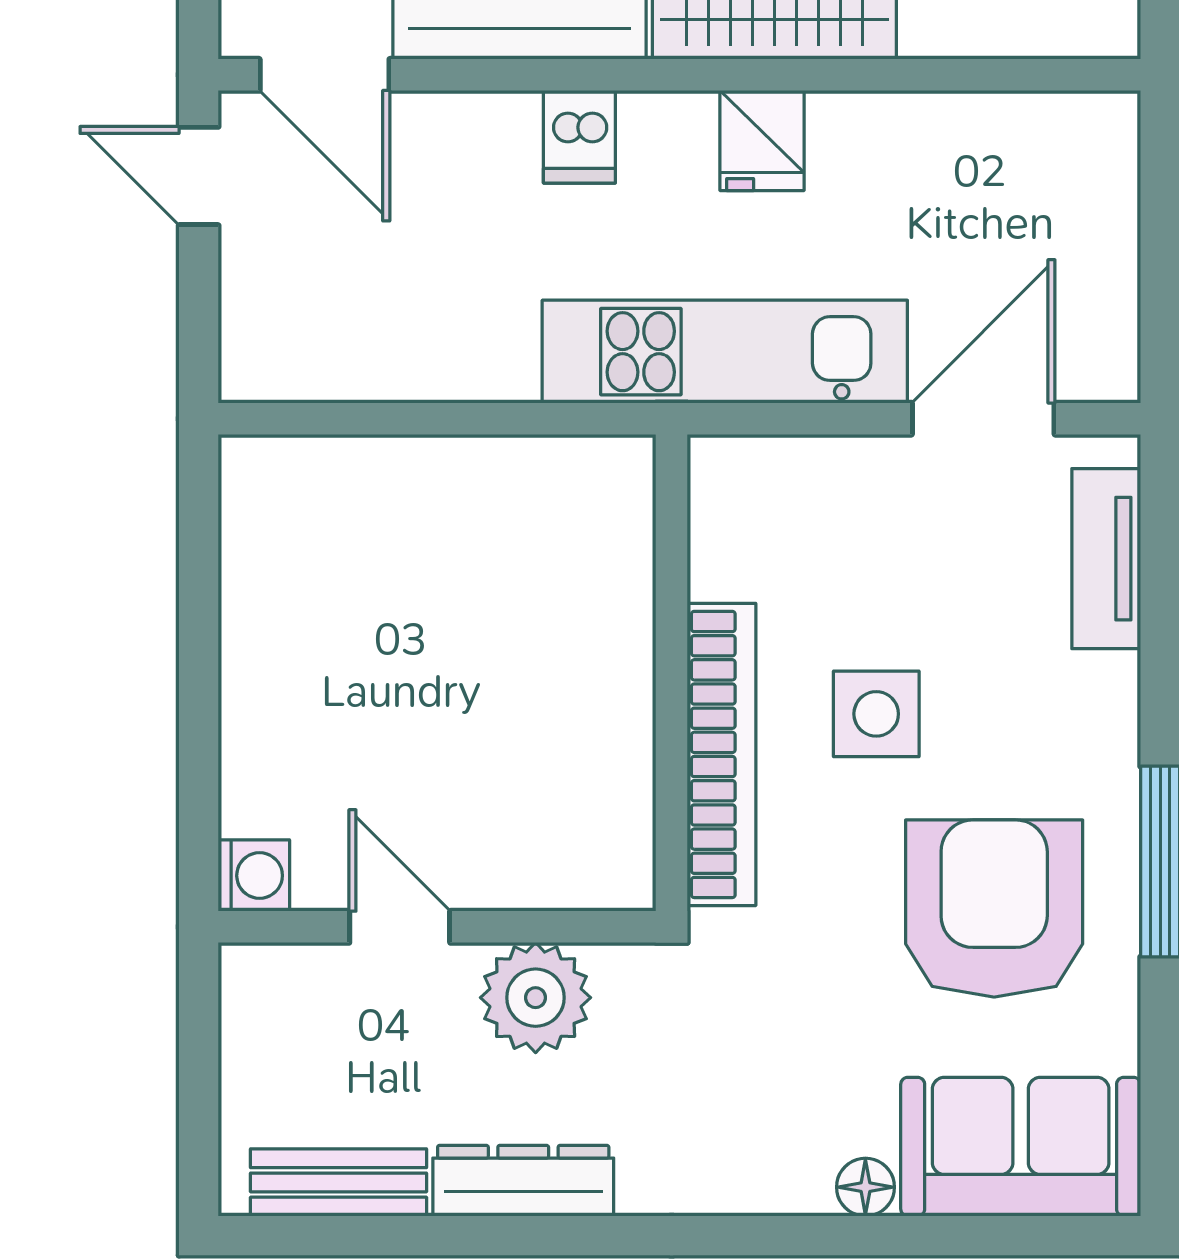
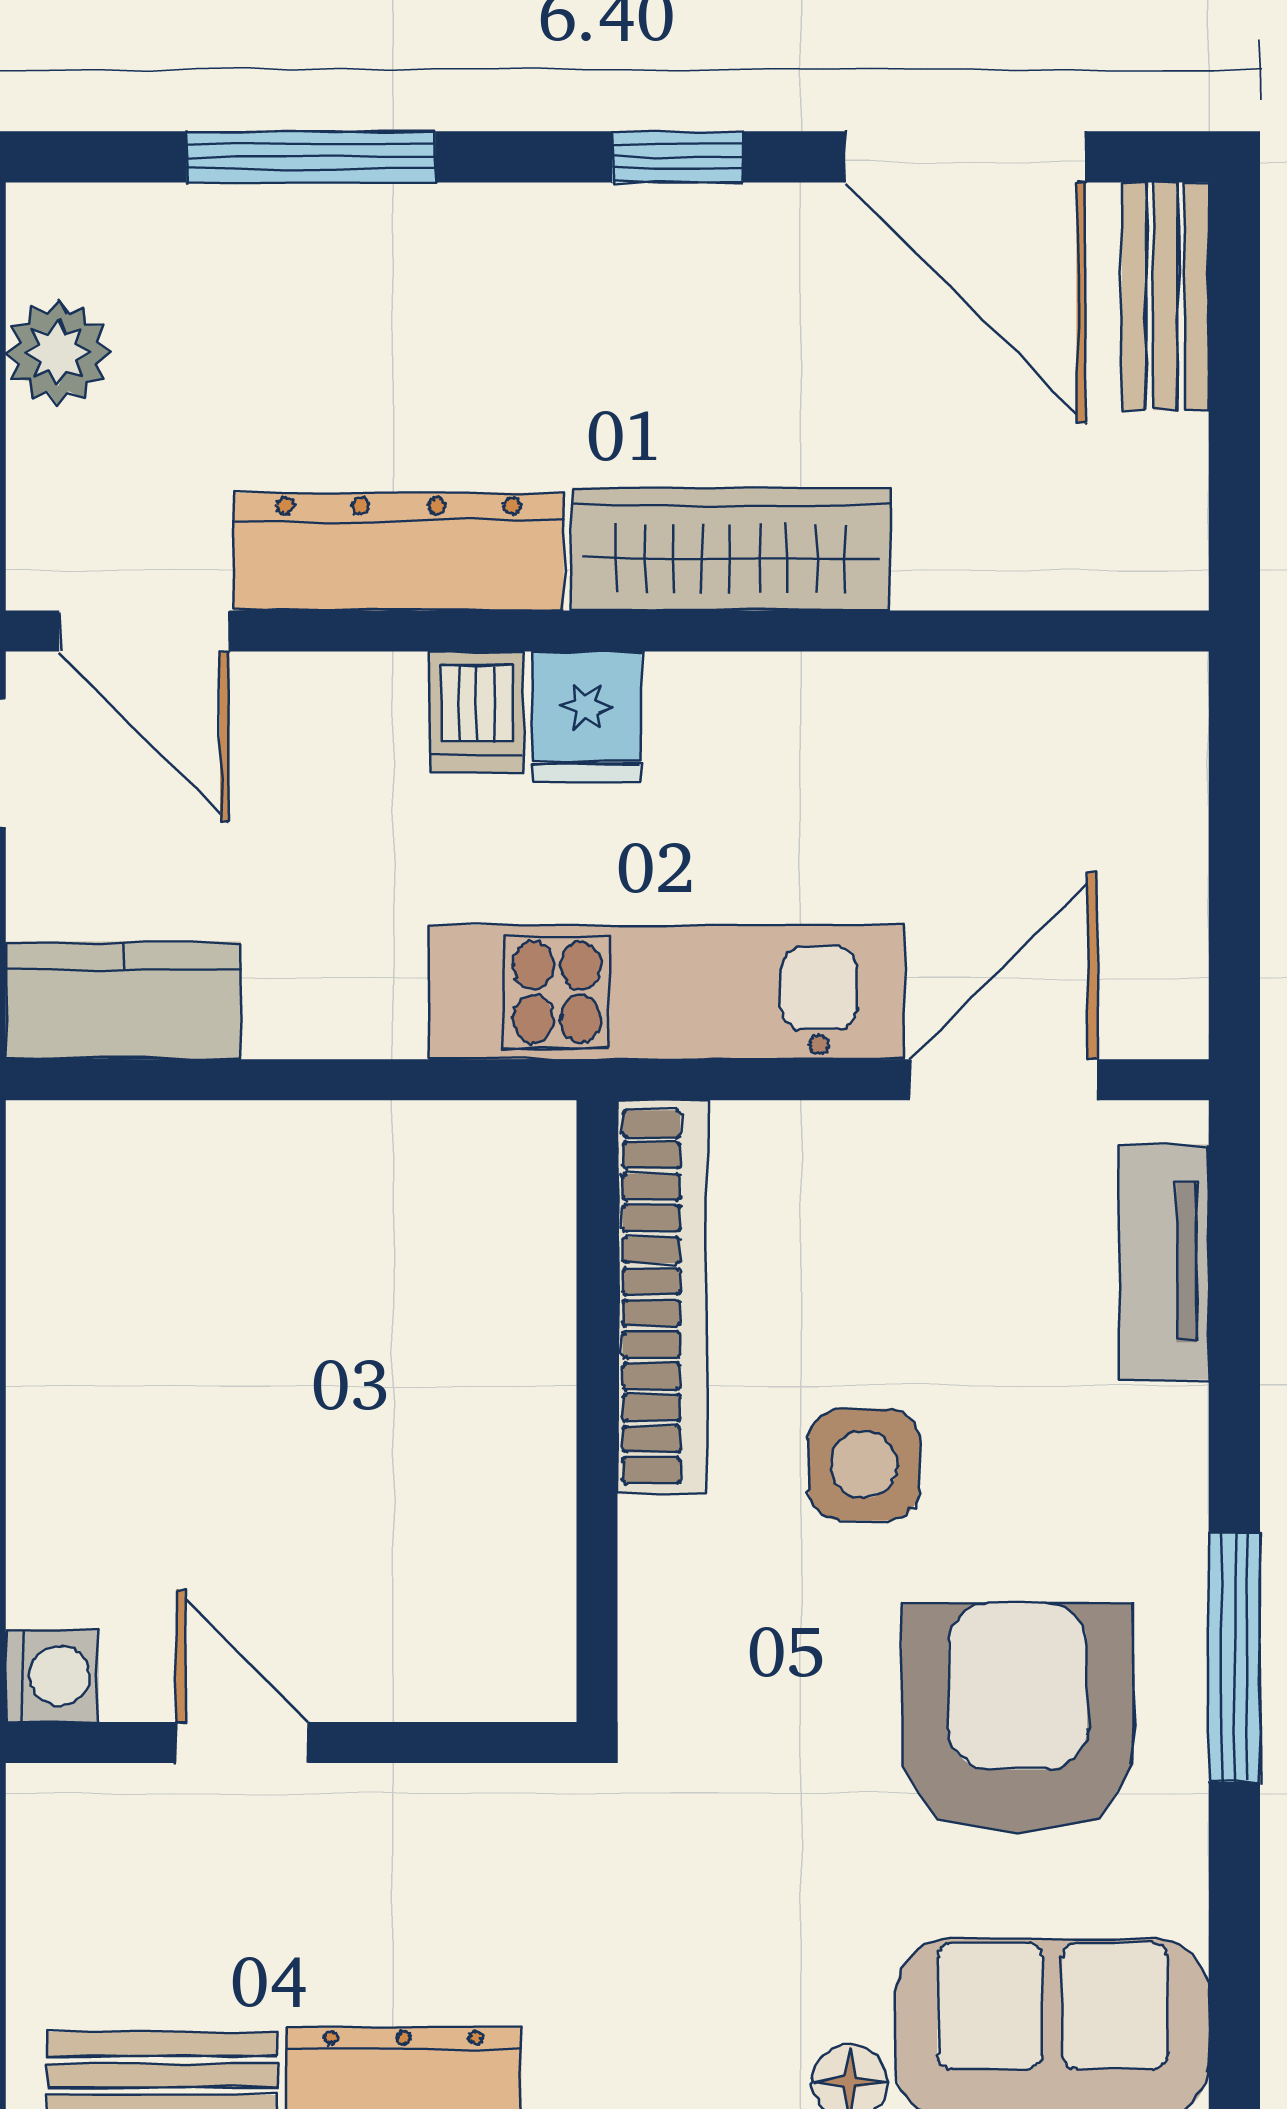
fridge: (762, 141) -> (587, 717), moved
kitchen counter: (308, 358) -> (123, 1000), added
bookcase: (722, 754) -> (662, 1297), moved
plant: (536, 998) -> (419, 1835), removed

